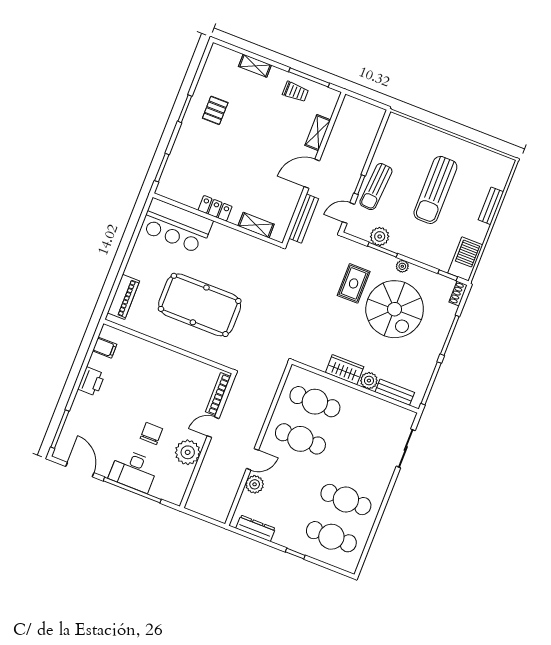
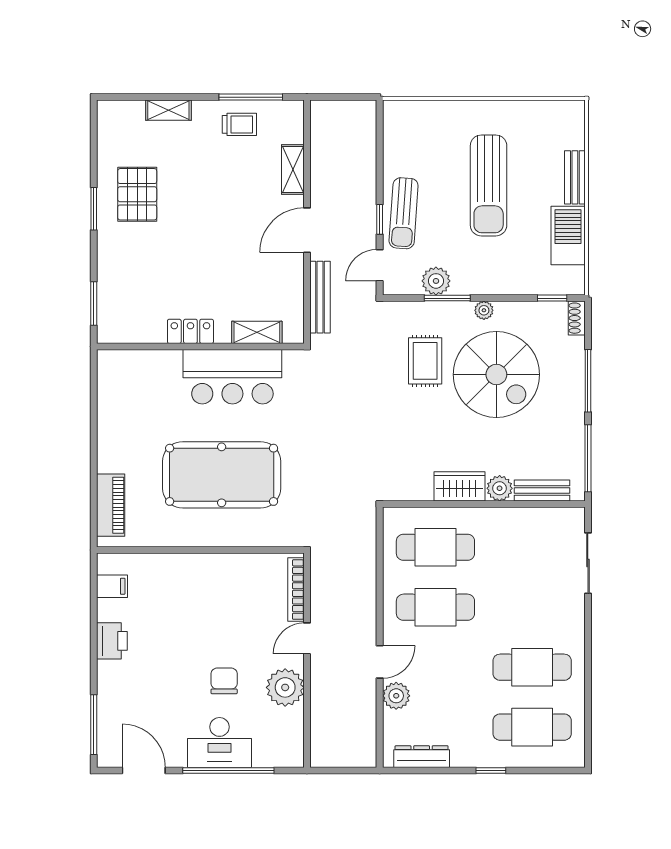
pallet: (215, 110) -> (137, 194), width x1.50, depth x1.42
bar counter: (176, 226) -> (232, 377), moved
barbecue: (465, 259) -> (568, 235), moved

